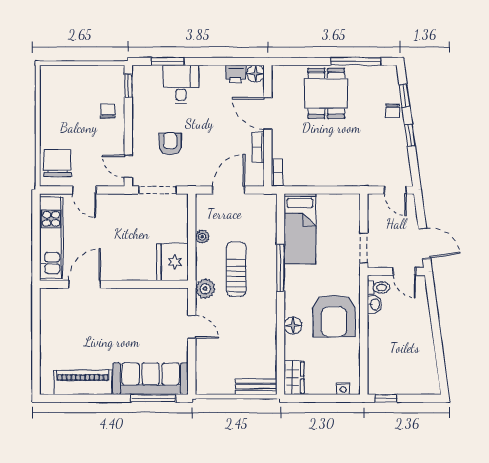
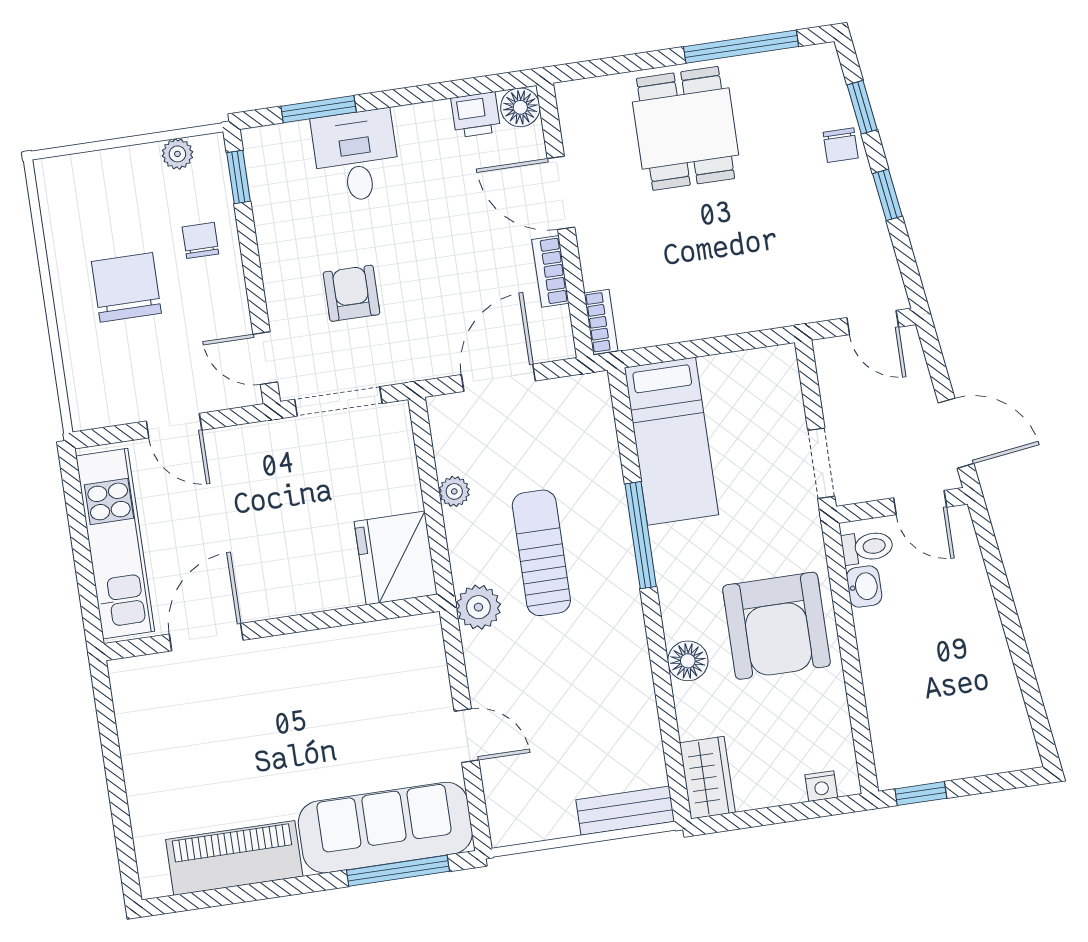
plant: (103, 72) -> (177, 154), added
chair: (57, 163) -> (126, 287), moved
door: (192, 327) -> (466, 736), moved

